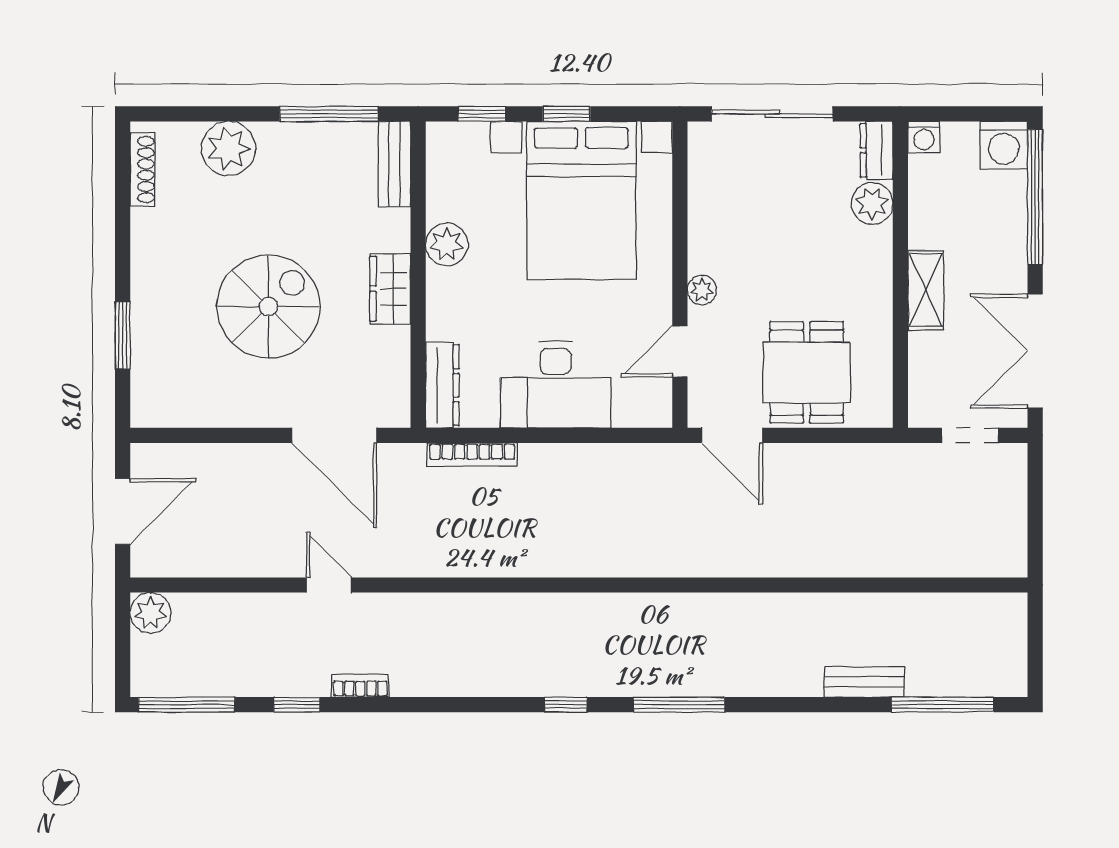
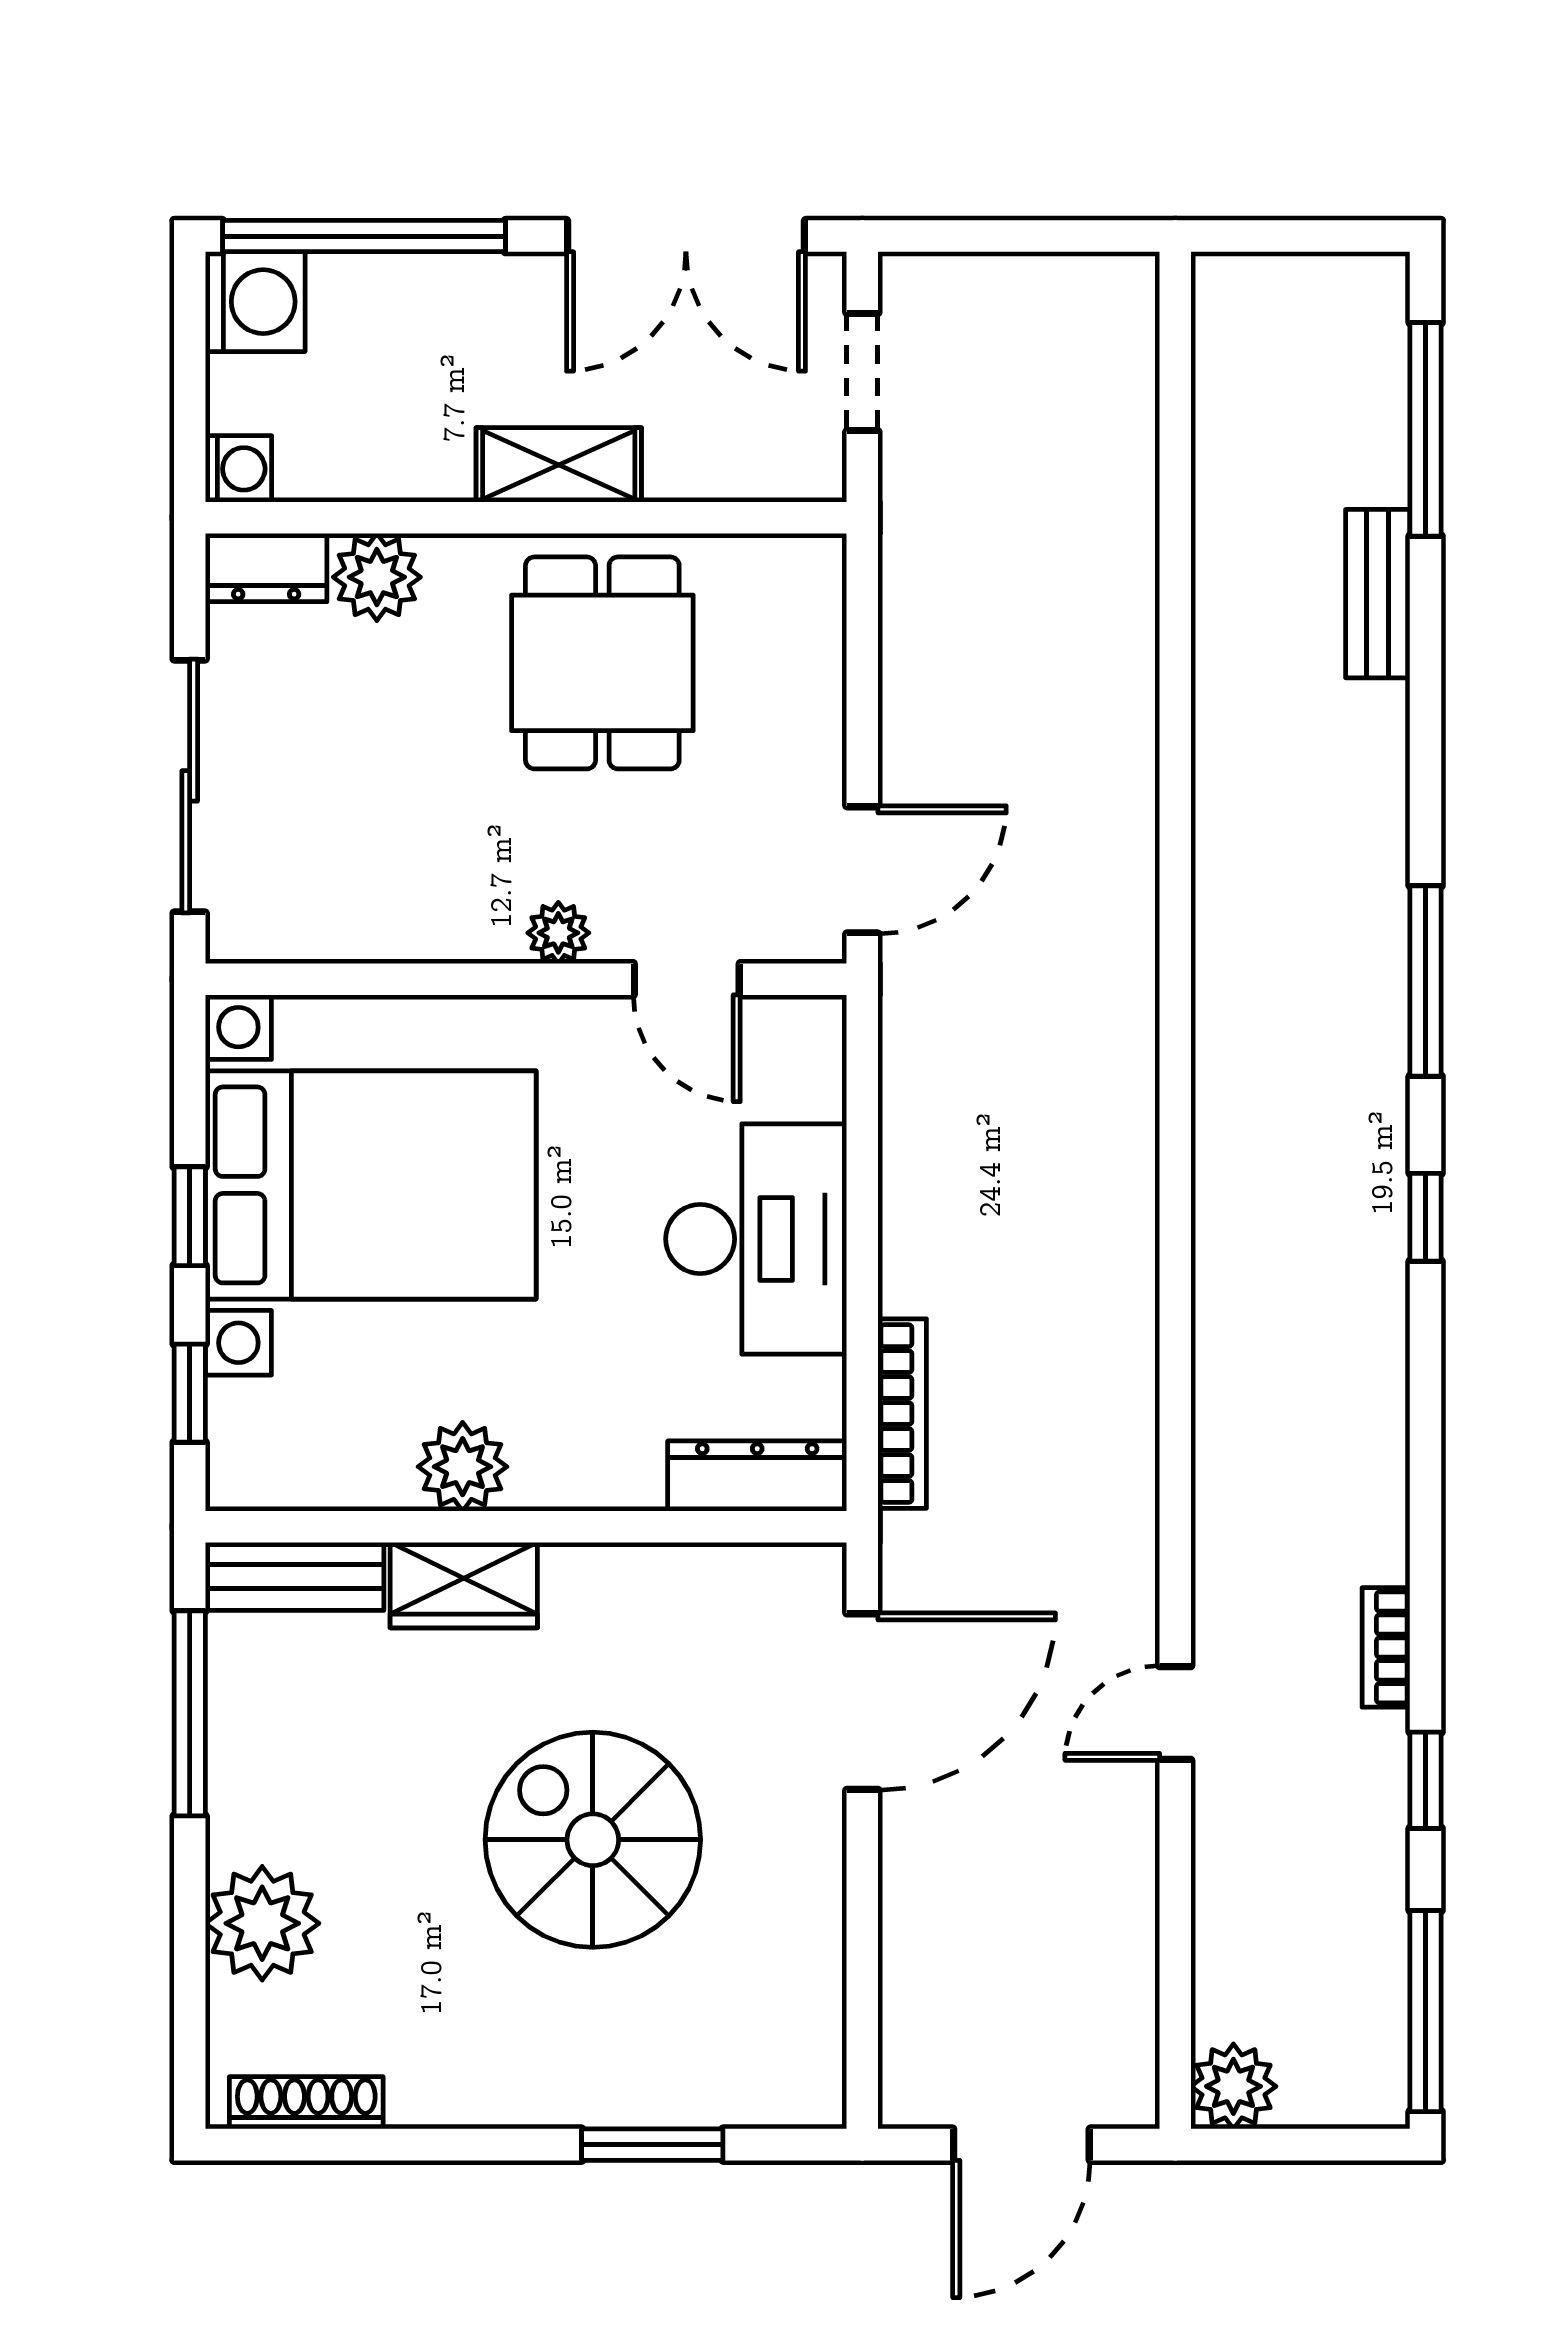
wardrobe: (390, 289) -> (464, 1585), moved
dining table: (807, 373) -> (602, 663), moved, turned 90
door: (123, 511) -> (1021, 2145), swing flipped

